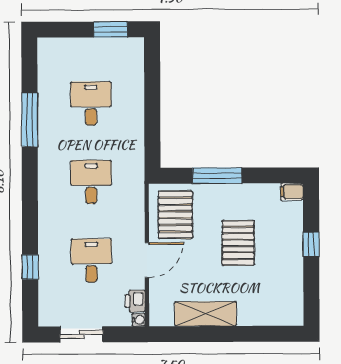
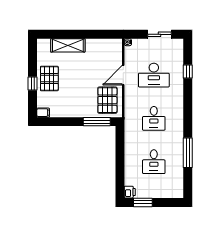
window: (217, 176) -> (97, 122), moved
pallet: (238, 243) -> (49, 78), moved
desk: (91, 260) -> (154, 75), width x1.37
printer: (135, 301) -> (130, 192), moved
shelving: (205, 314) -> (68, 45), moved

